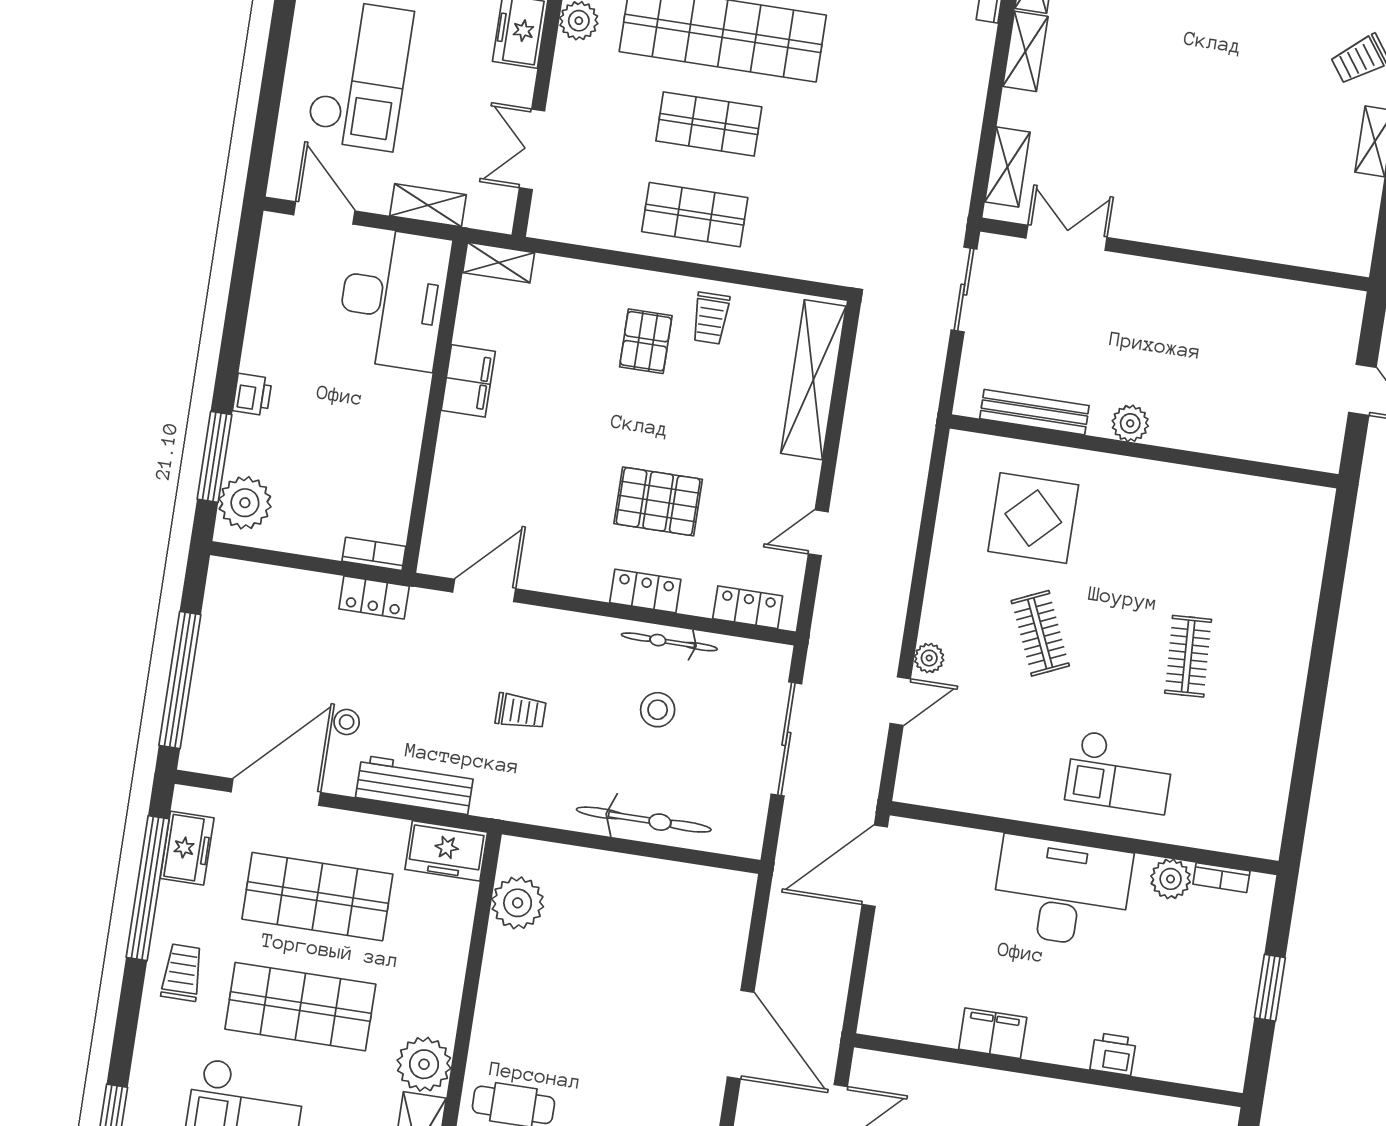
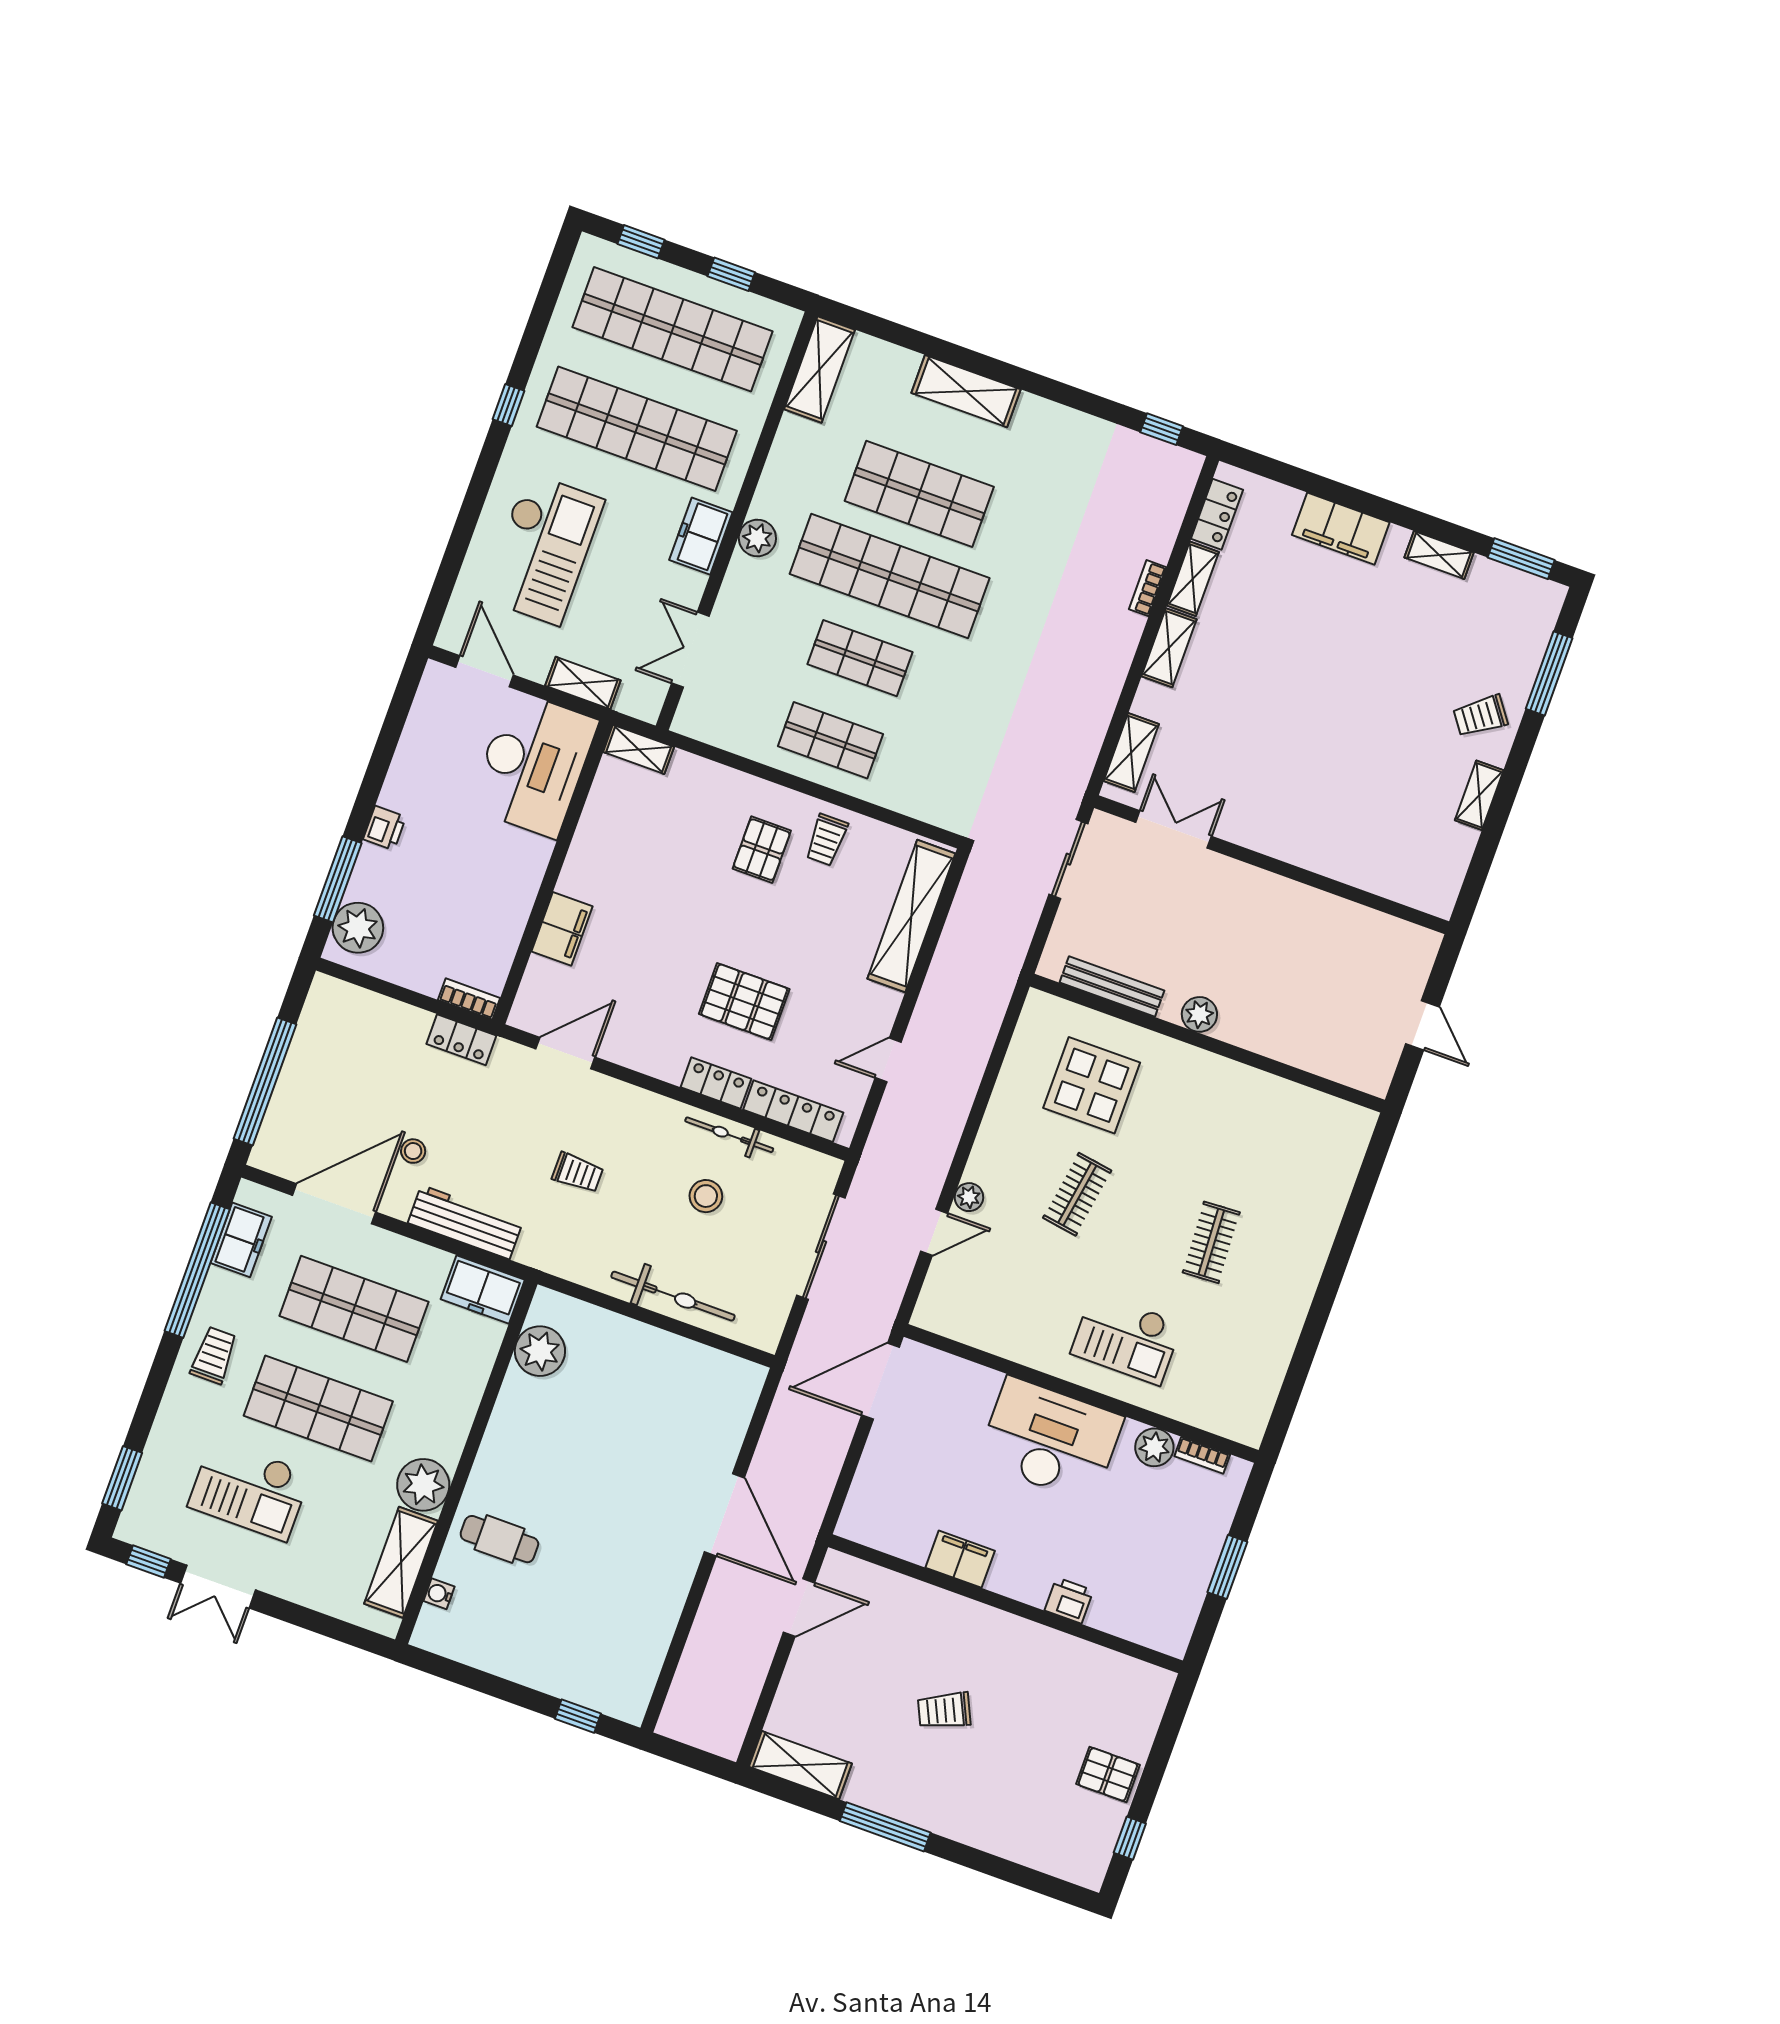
filing cabinet: (468, 381) -> (562, 929), moved
locker: (748, 607) -> (793, 1111), width x1.53
clothes rail: (1040, 633) -> (1077, 1194), turned 33

